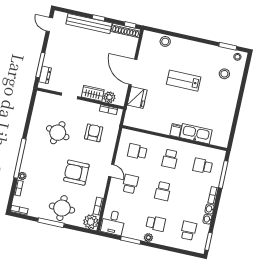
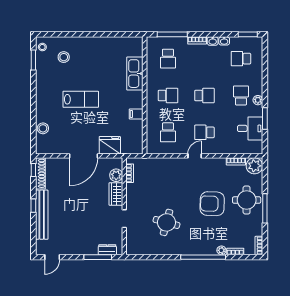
lab bench: (184, 81) -> (81, 99), turned -90
filing cabinet: (176, 130) -> (136, 114), moved
armchair: (94, 133) -> (158, 184), removed
armchair: (76, 173) -> (212, 204), moved, turned 92
desk: (113, 223) -> (250, 128), moved

